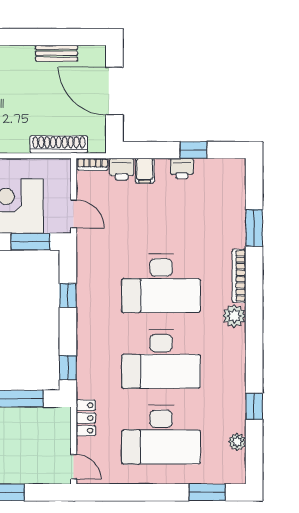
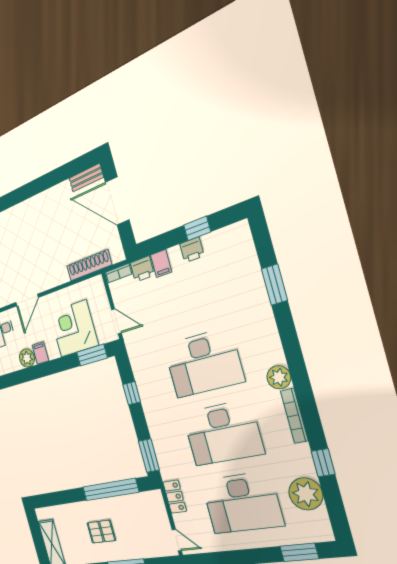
bench: (56, 53) -> (86, 178), moved
bookcase: (239, 276) -> (294, 416), moved
window: (68, 368) -> (149, 456), width x1.50
plant: (237, 442) -> (306, 494), width x1.87, depth x1.87

